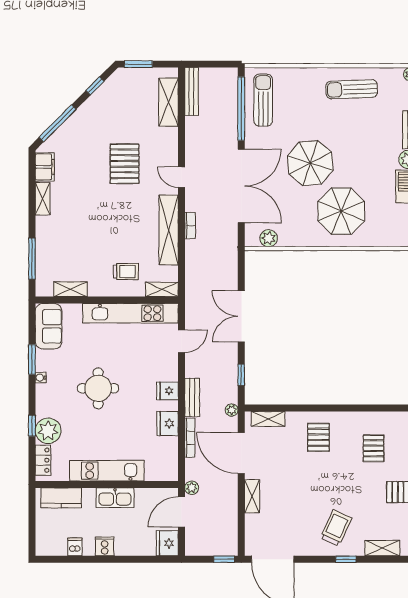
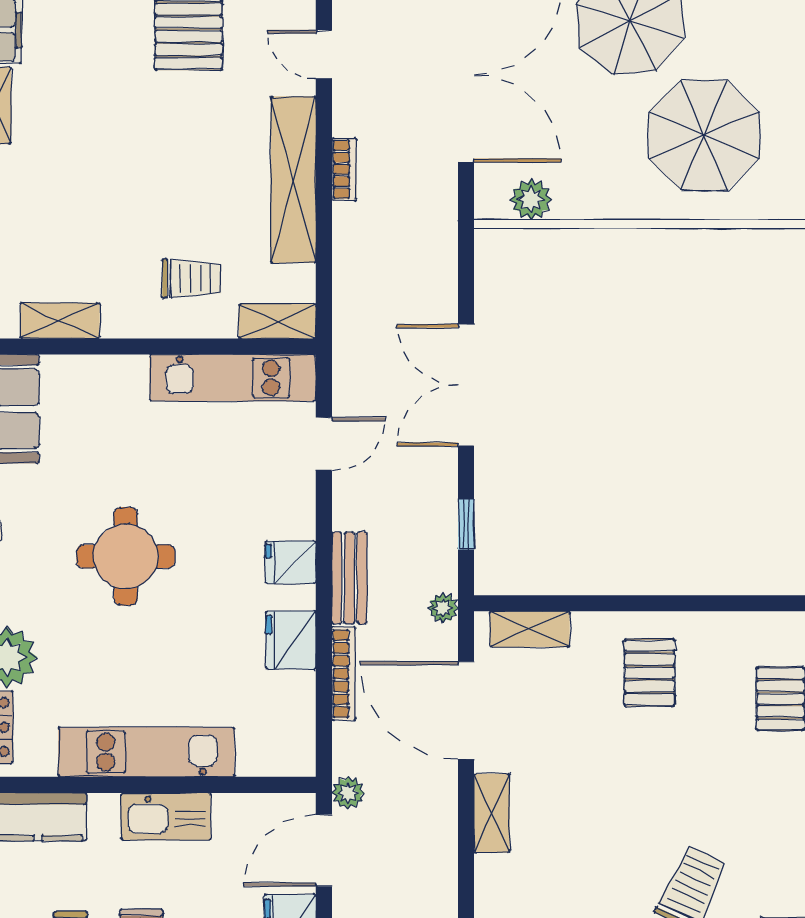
kitchen unit: (130, 313) -> (233, 378), width x0.73

